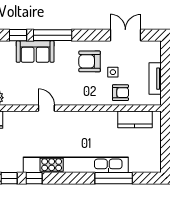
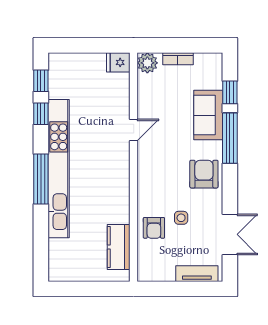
armchair: (90, 61) -> (204, 174), moved
tv unit: (155, 79) -> (197, 274), moved
window: (114, 178) -> (41, 179), moved

